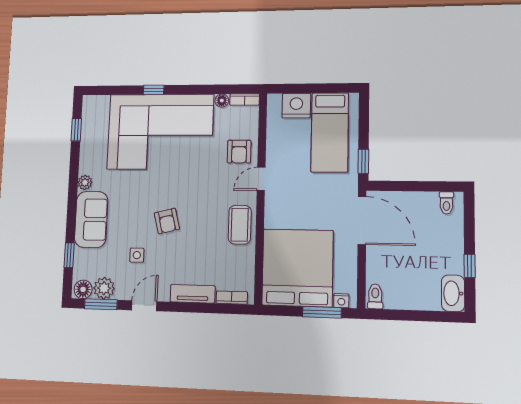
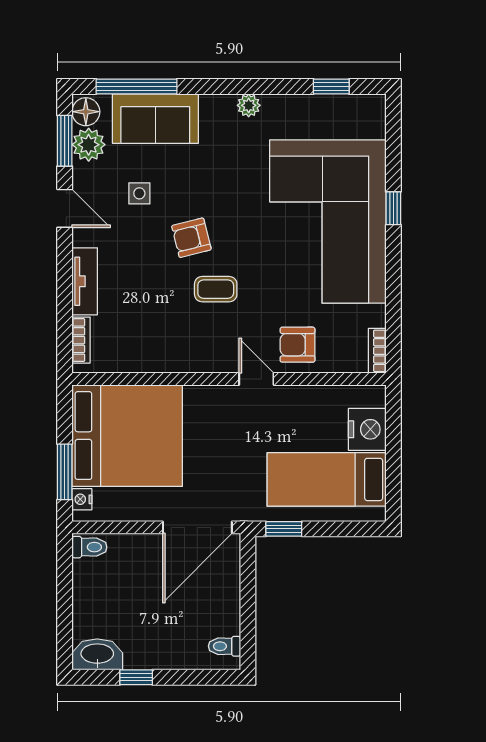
floor lamp: (222, 101) -> (376, 316), removed
sofa: (91, 219) -> (155, 119), moved
coffee table: (240, 225) -> (216, 289), moved, width x0.73, depth x0.77
window: (69, 255) -> (136, 87), width x2.17

